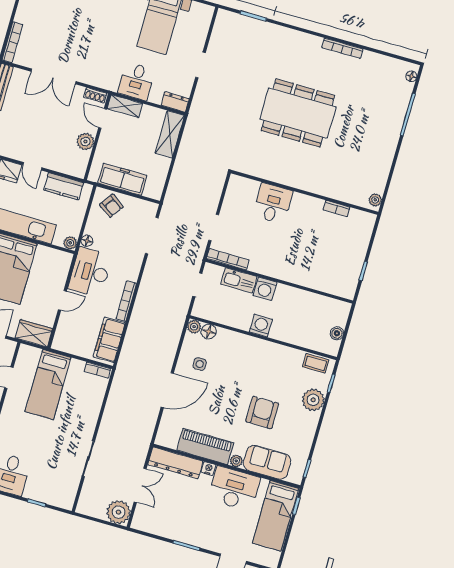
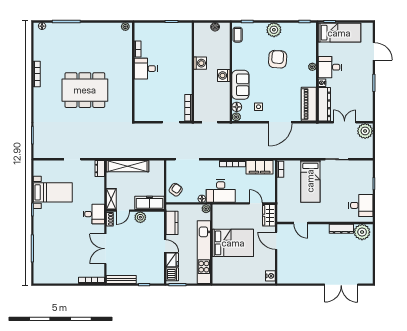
double door: (53, 76) -> (105, 249), swing flipped
desk: (136, 81) -> (94, 214), moved
dining table: (298, 113) -> (85, 90), turned 90
shelving: (170, 134) -> (128, 166), width x1.47
door: (32, 166) -> (165, 246), hinge flipped
freezer: (122, 179) -> (149, 203), moved, turned 90
desk: (273, 203) -> (146, 69), moved
kitchen sink: (239, 280) -> (200, 97), removed
washing machine: (265, 289) -> (200, 63), moved
door: (62, 300) -> (256, 203), moved
bed: (48, 385) -> (310, 181), moved, turned 90
door: (167, 390) -> (280, 122), swing flipped
plant: (313, 400) -> (274, 30), moved
armchair: (262, 412) -> (278, 59), turned 94
piano: (205, 446) -> (309, 104), moved
sofa: (267, 462) -> (240, 85), moved, turned 180
desk: (234, 489) -> (330, 67), width x0.73

